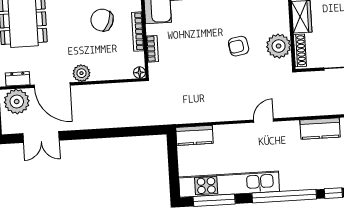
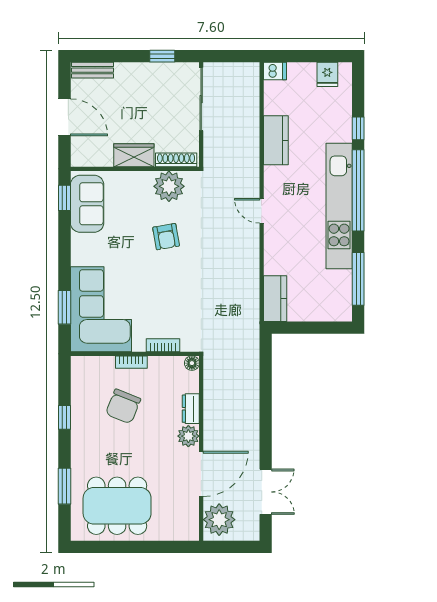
bookcase: (138, 32) -> (131, 362), width x0.64
dresser: (18, 79) -> (191, 409), moved
kitchen unit: (229, 184) -> (339, 206), moved

